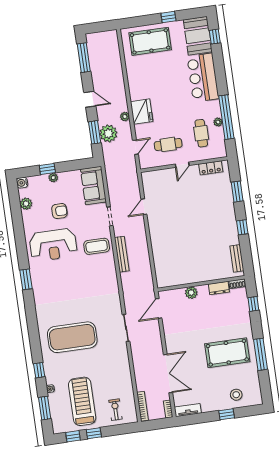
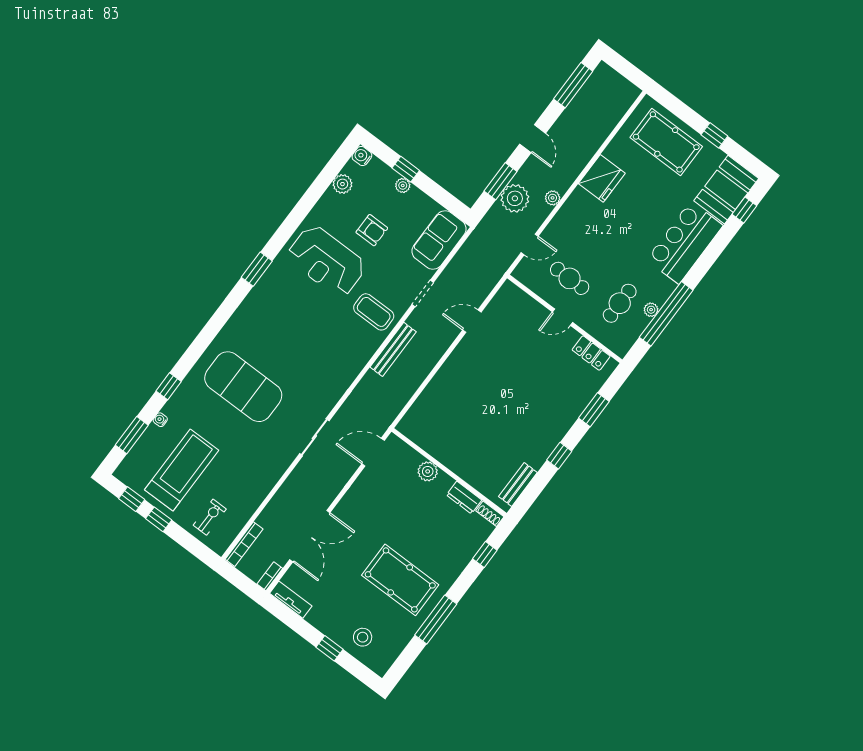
fridge: (142, 112) -> (602, 178), moved

